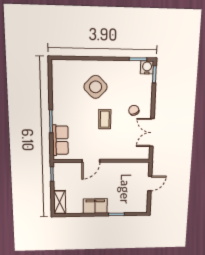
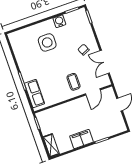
water cooler: (147, 67) -> (59, 21), moved
side table: (96, 87) -> (47, 42), turned 45
coffee table: (105, 119) -> (74, 82), moved
door: (91, 161) -> (93, 92), moved

